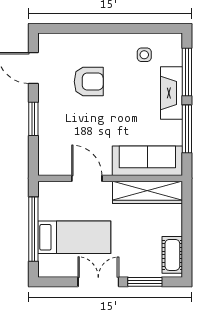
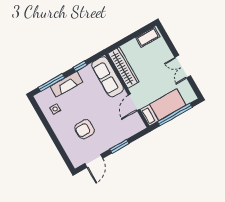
armchair: (89, 82) -> (85, 129), turned -90
window: (187, 129) -> (80, 66), width x0.46
bed: (74, 237) -> (163, 107), moved, turned 90
window: (145, 282) -> (169, 43), removed

